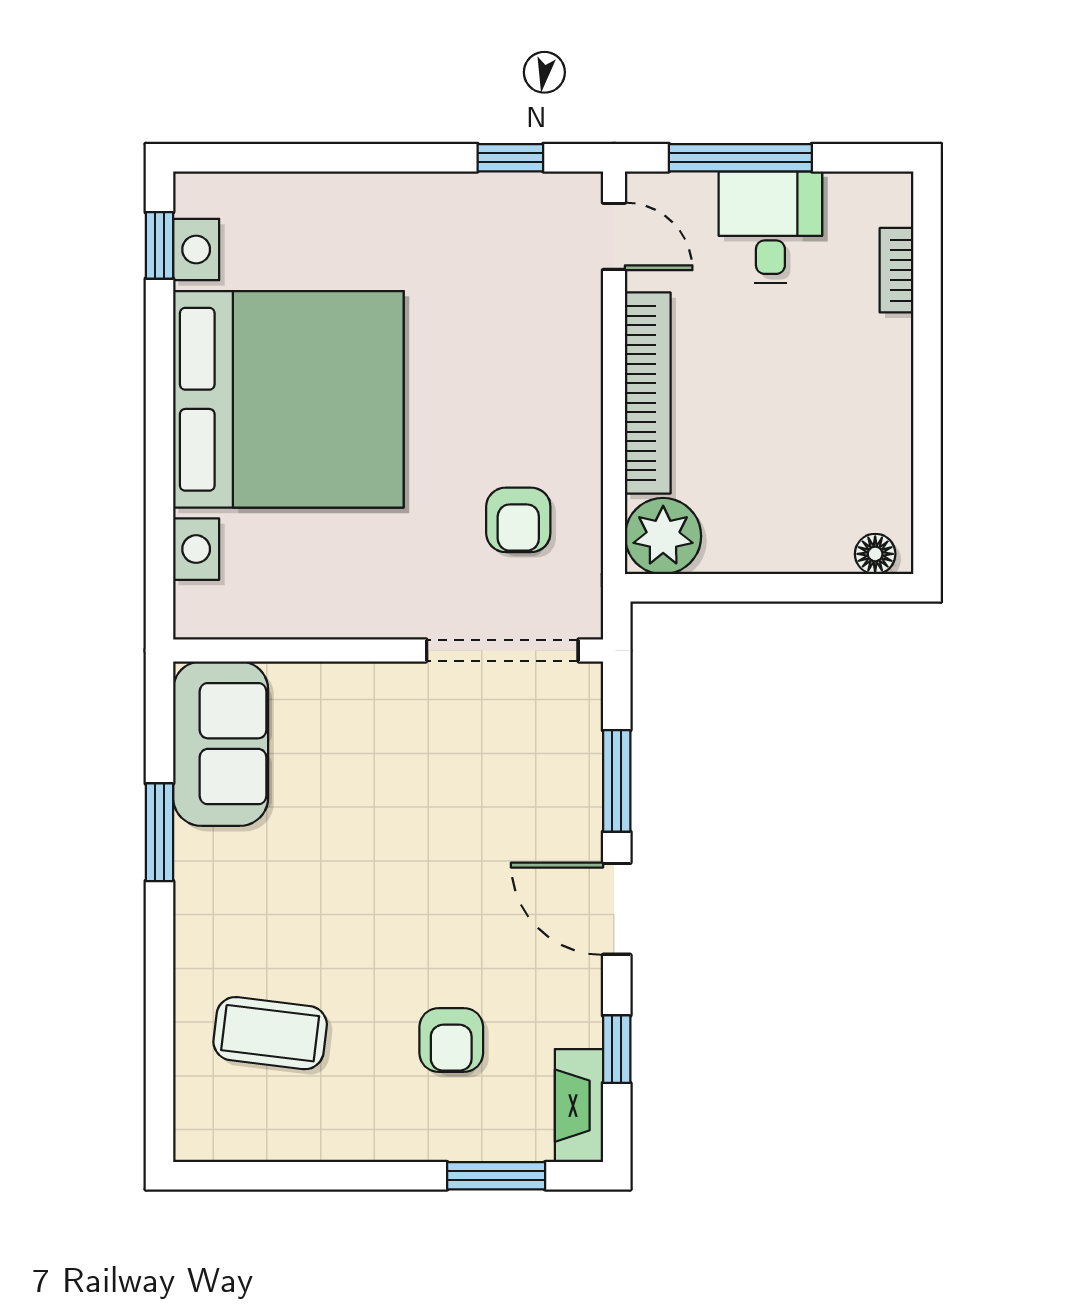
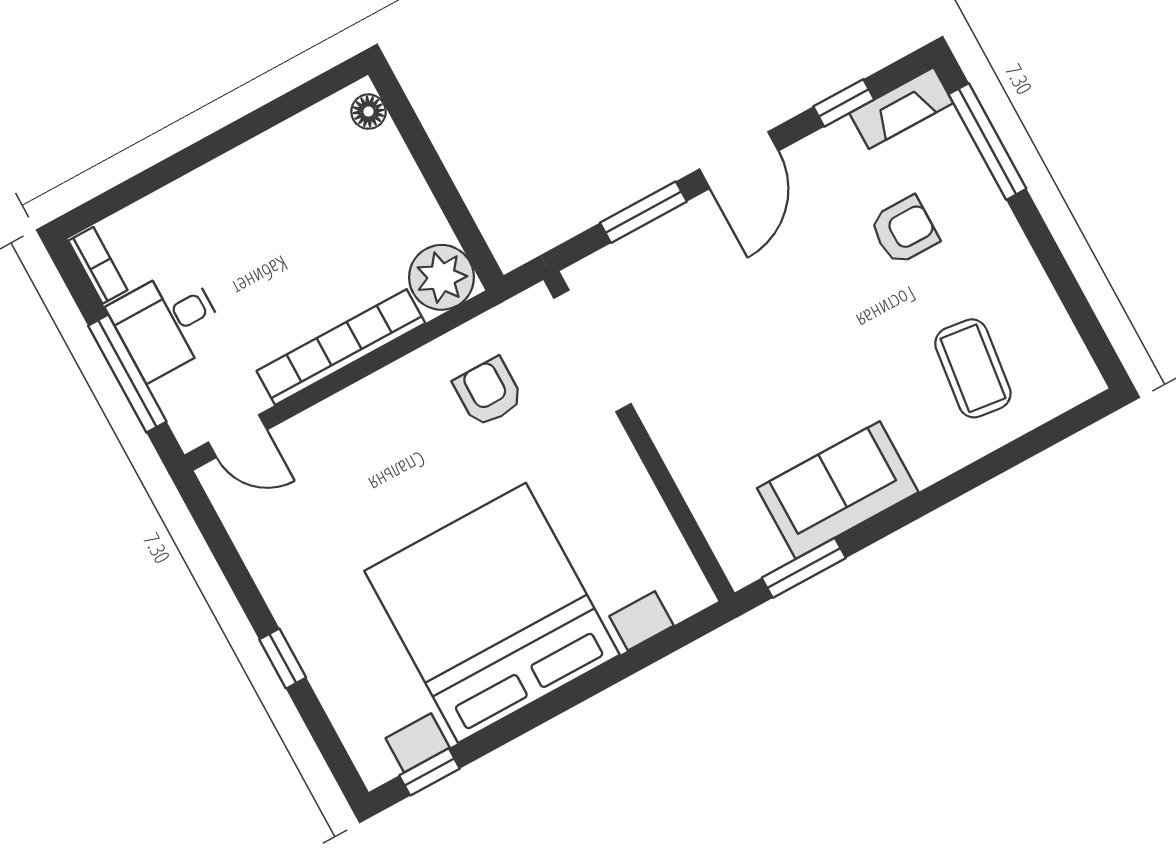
window: (510, 158) -> (283, 658), moved
door: (614, 236) -> (238, 436), swing flipped
bookcase: (897, 270) -> (98, 265), moved, turned -90
armchair: (518, 520) -> (488, 392), turned -90
sofa: (221, 744) -> (838, 490), moved
window: (159, 832) -> (804, 568), moved
window: (496, 1176) -> (987, 141), width x1.44

